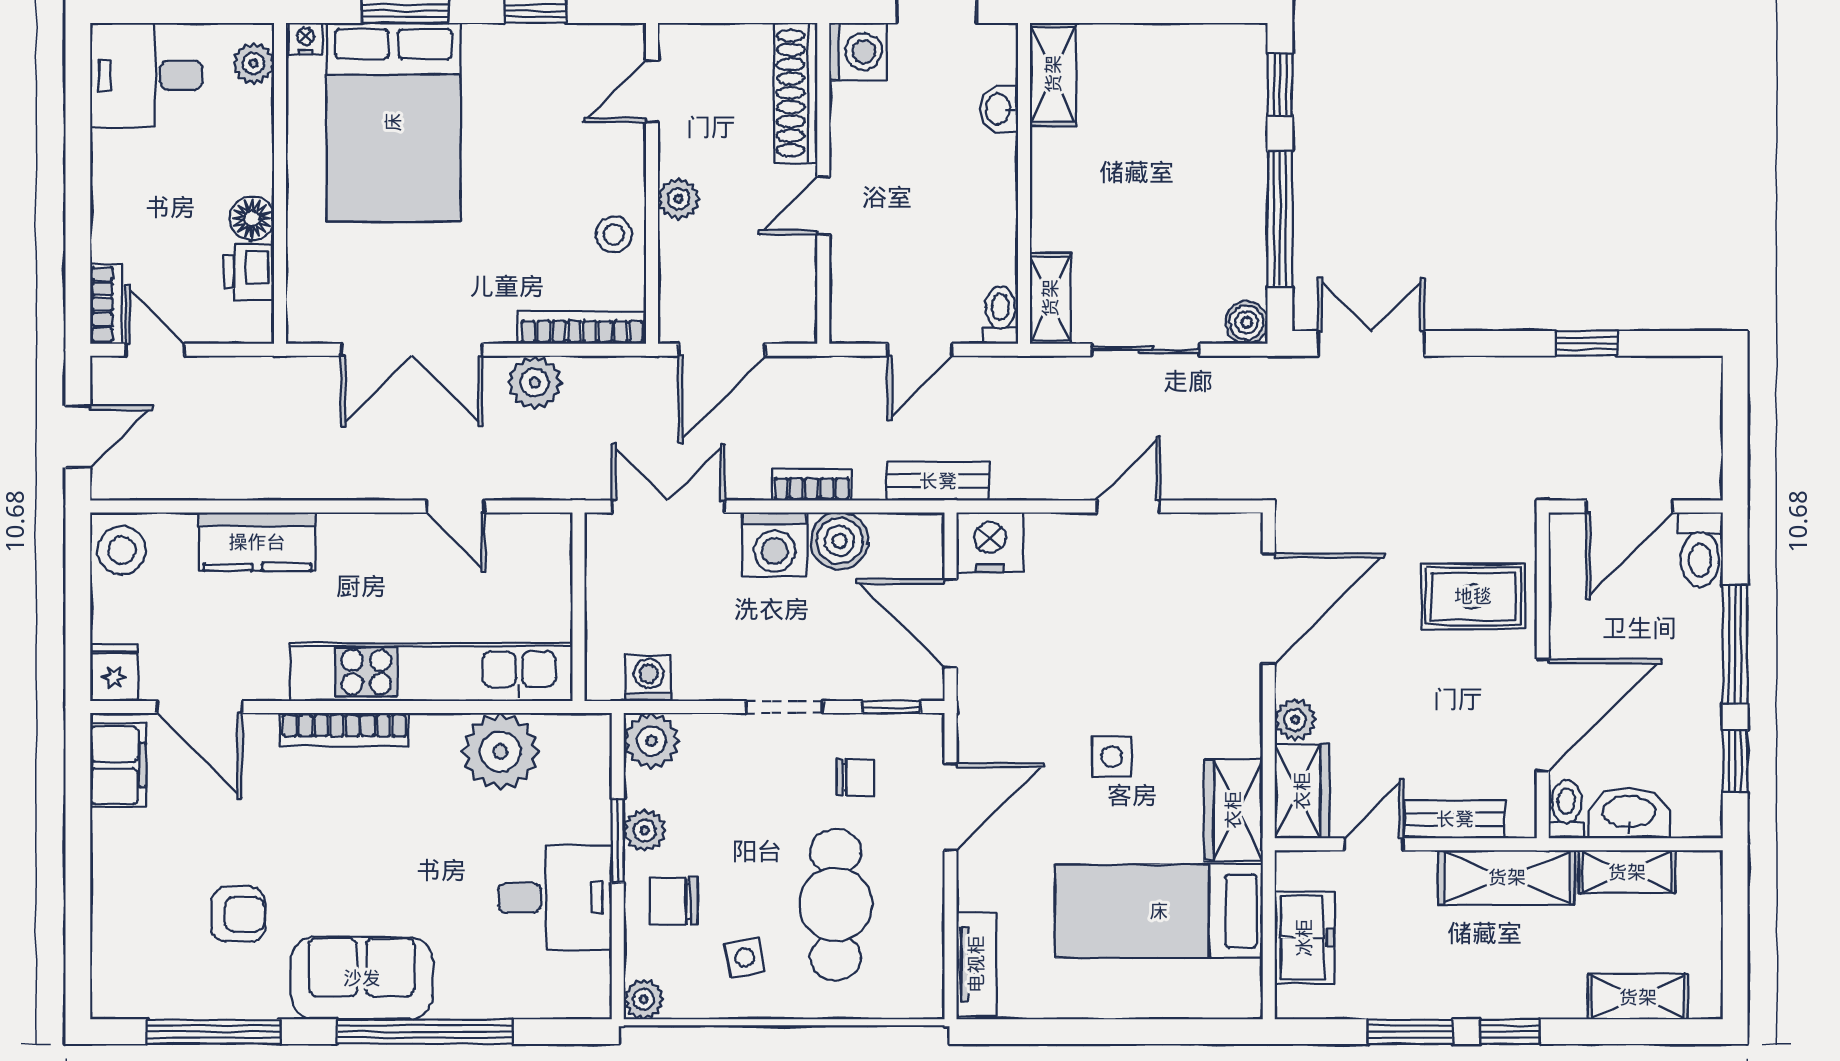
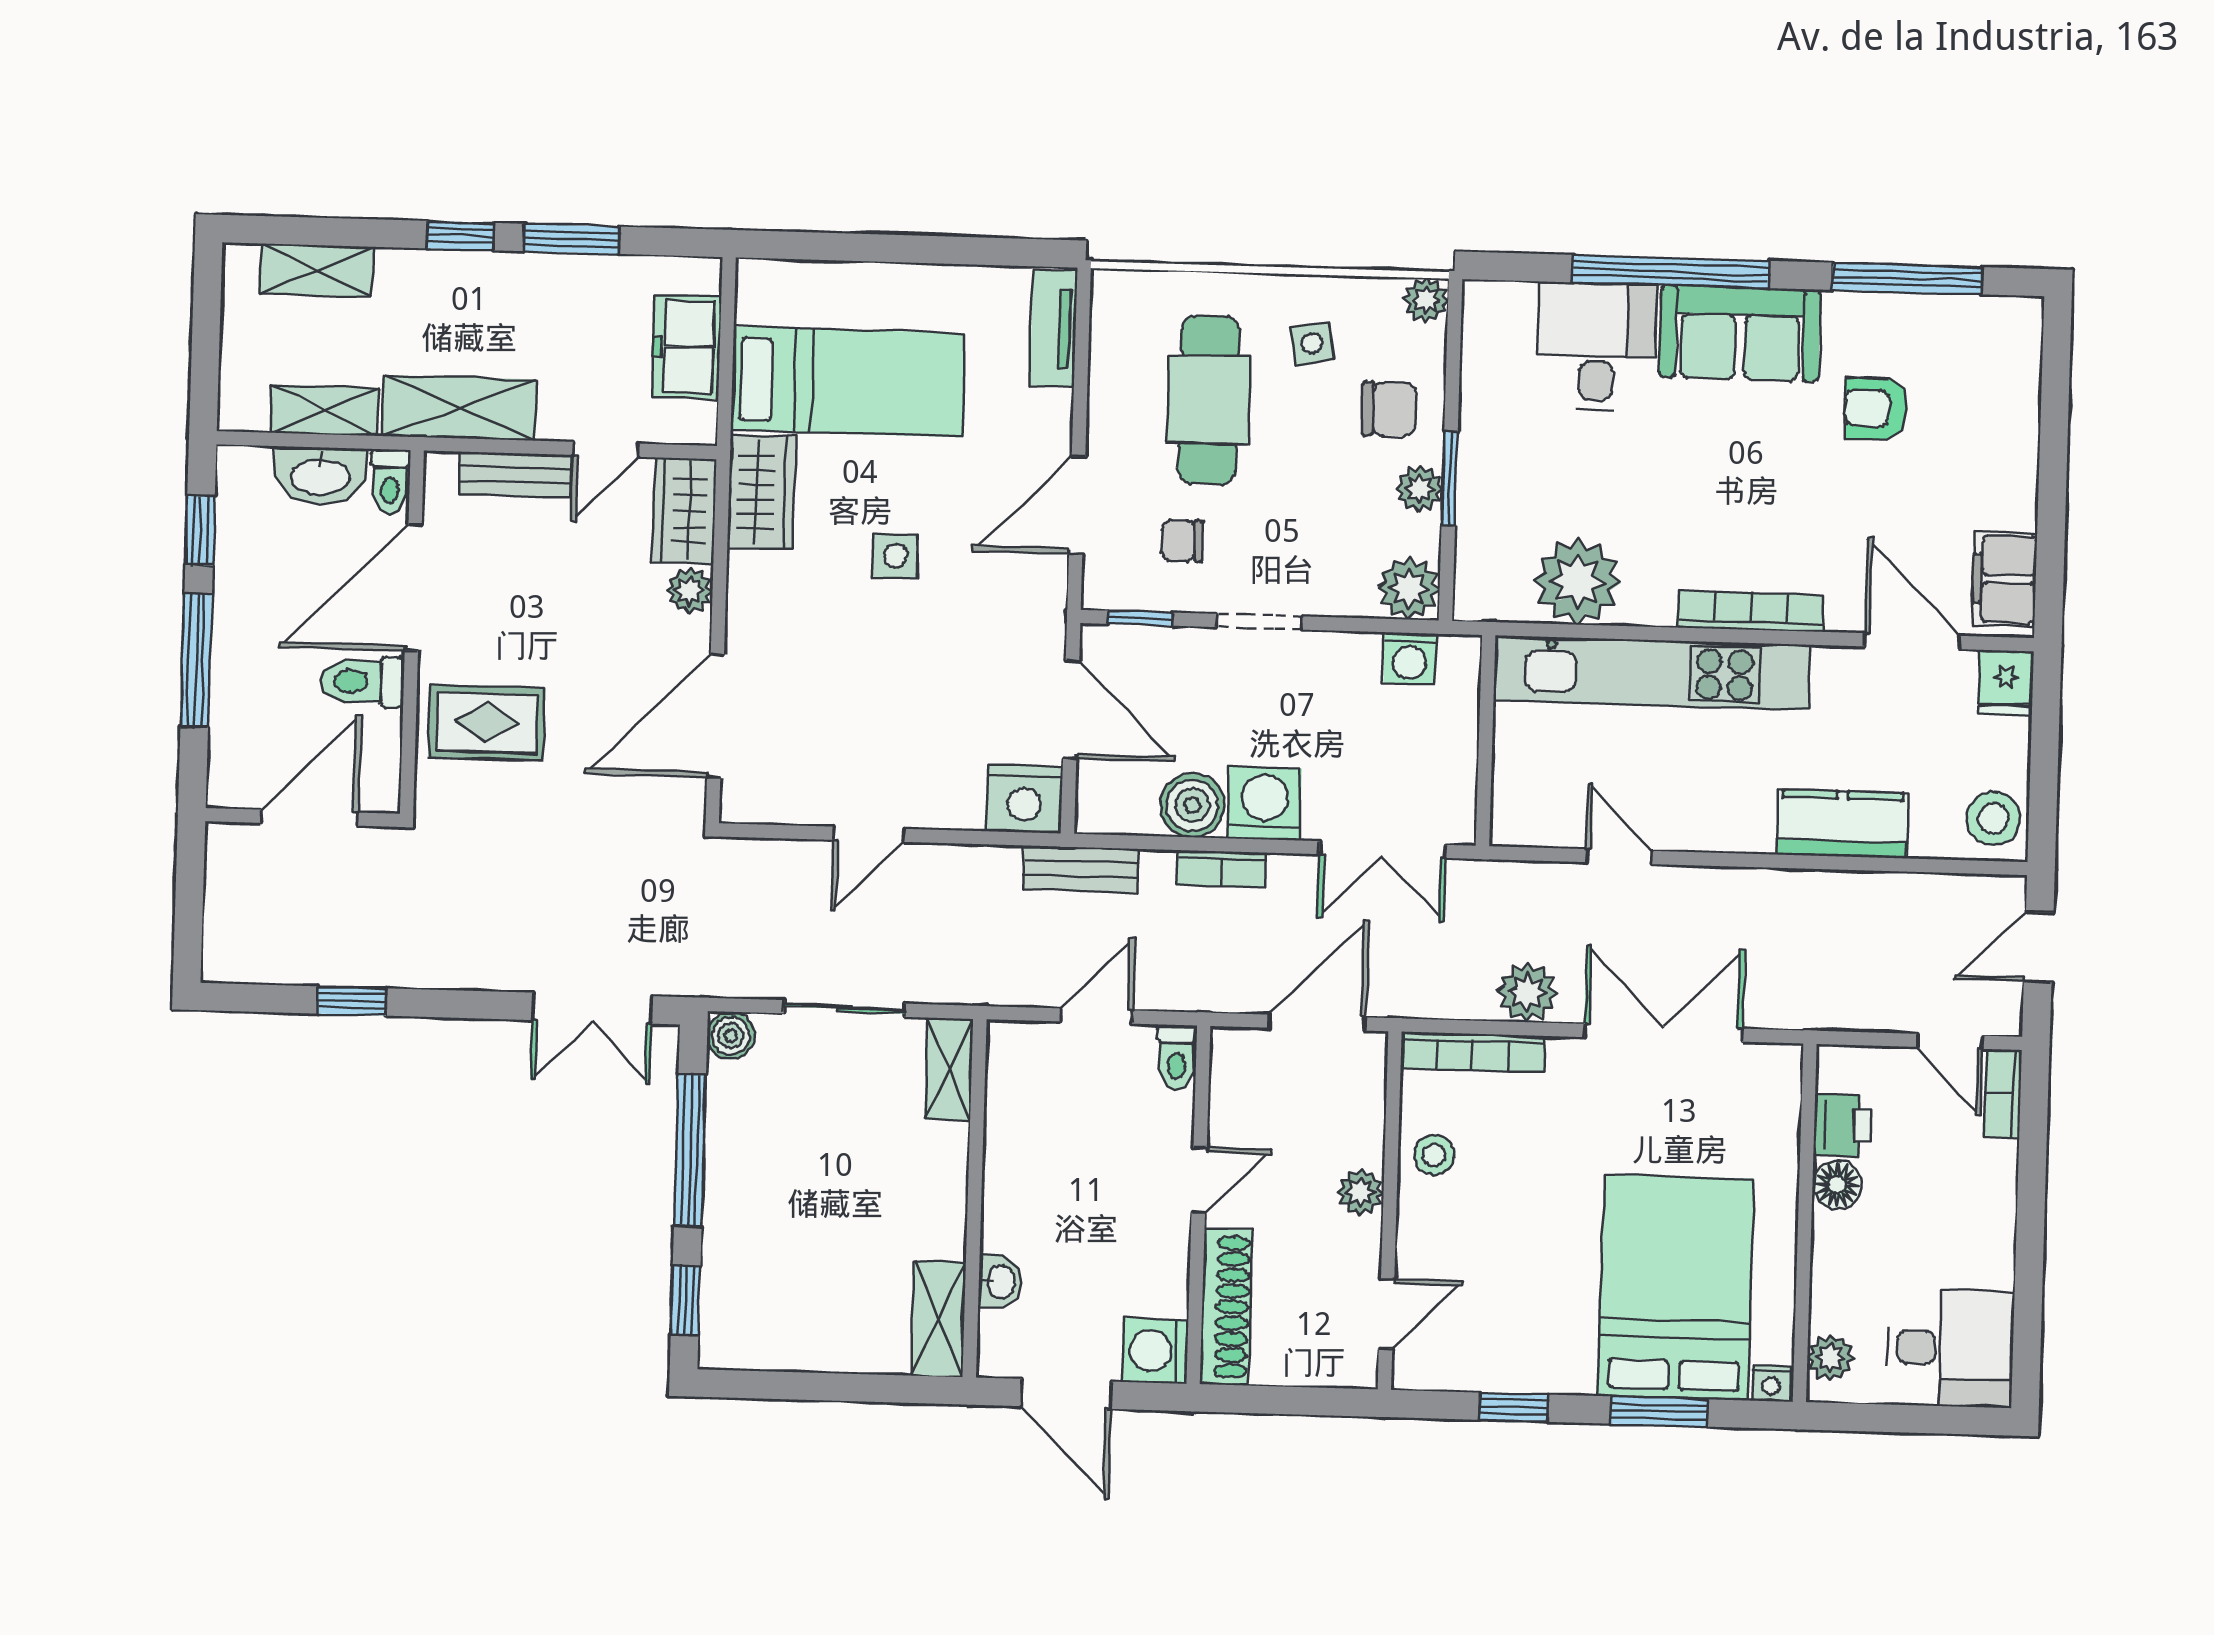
toilet: (1000, 315) -> (1177, 1057), moved
toilet: (1700, 550) -> (362, 681), moved, turned -90
desk: (555, 898) -> (1597, 346), moved, turned 90

